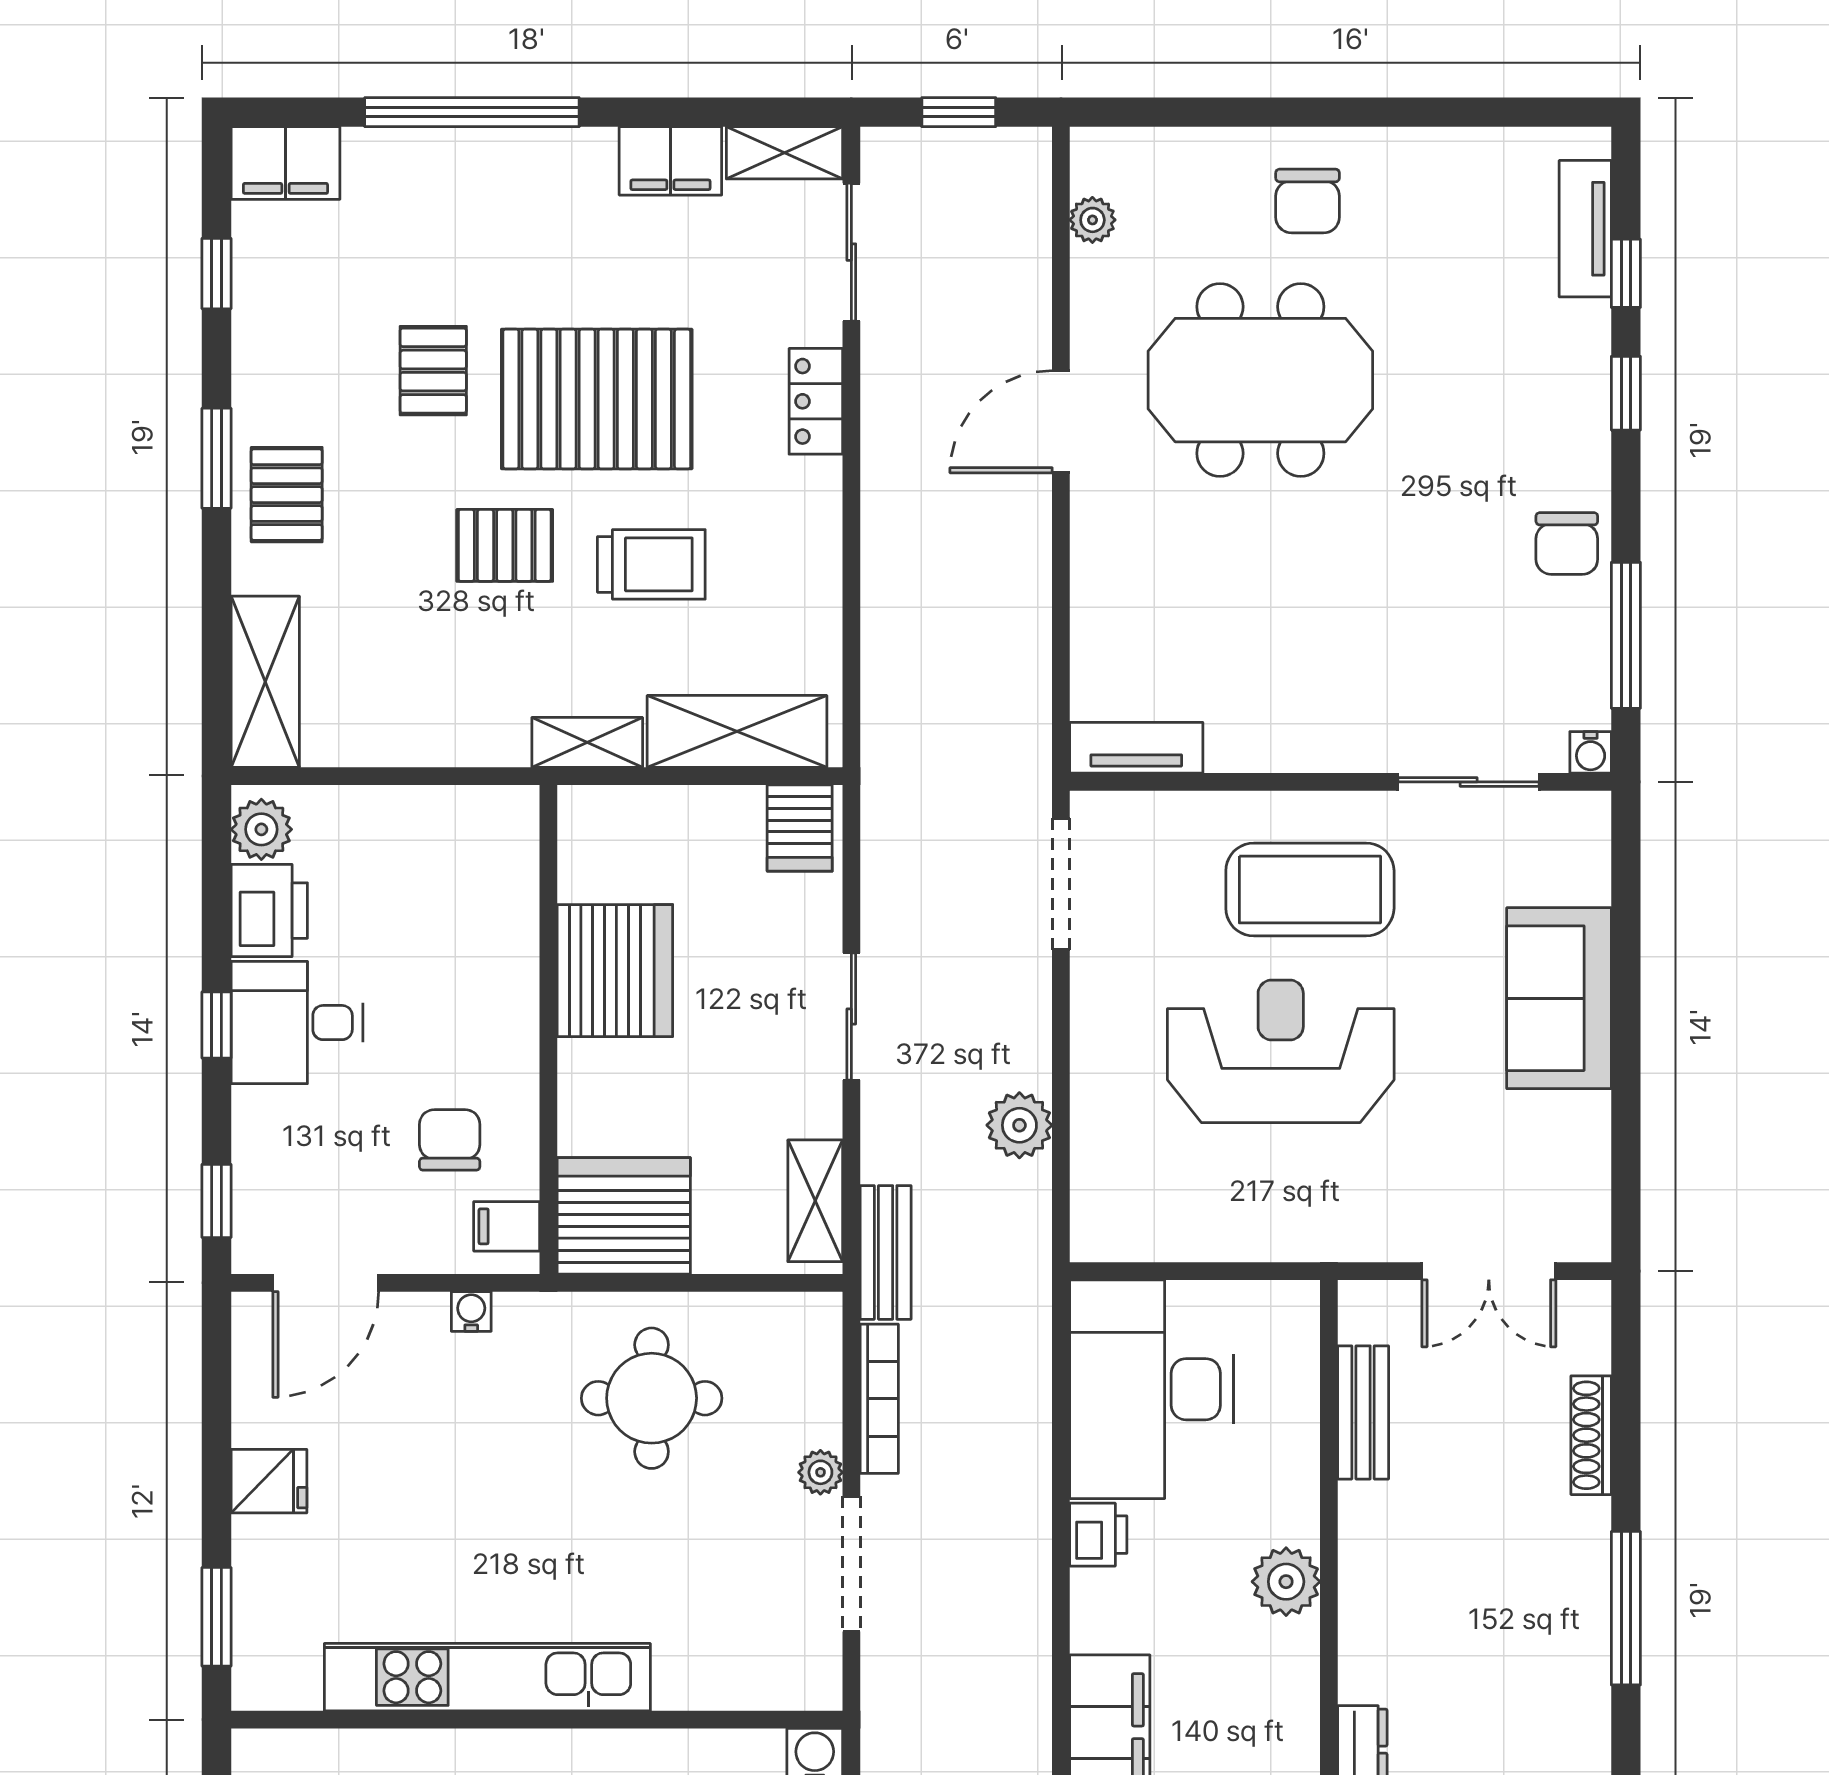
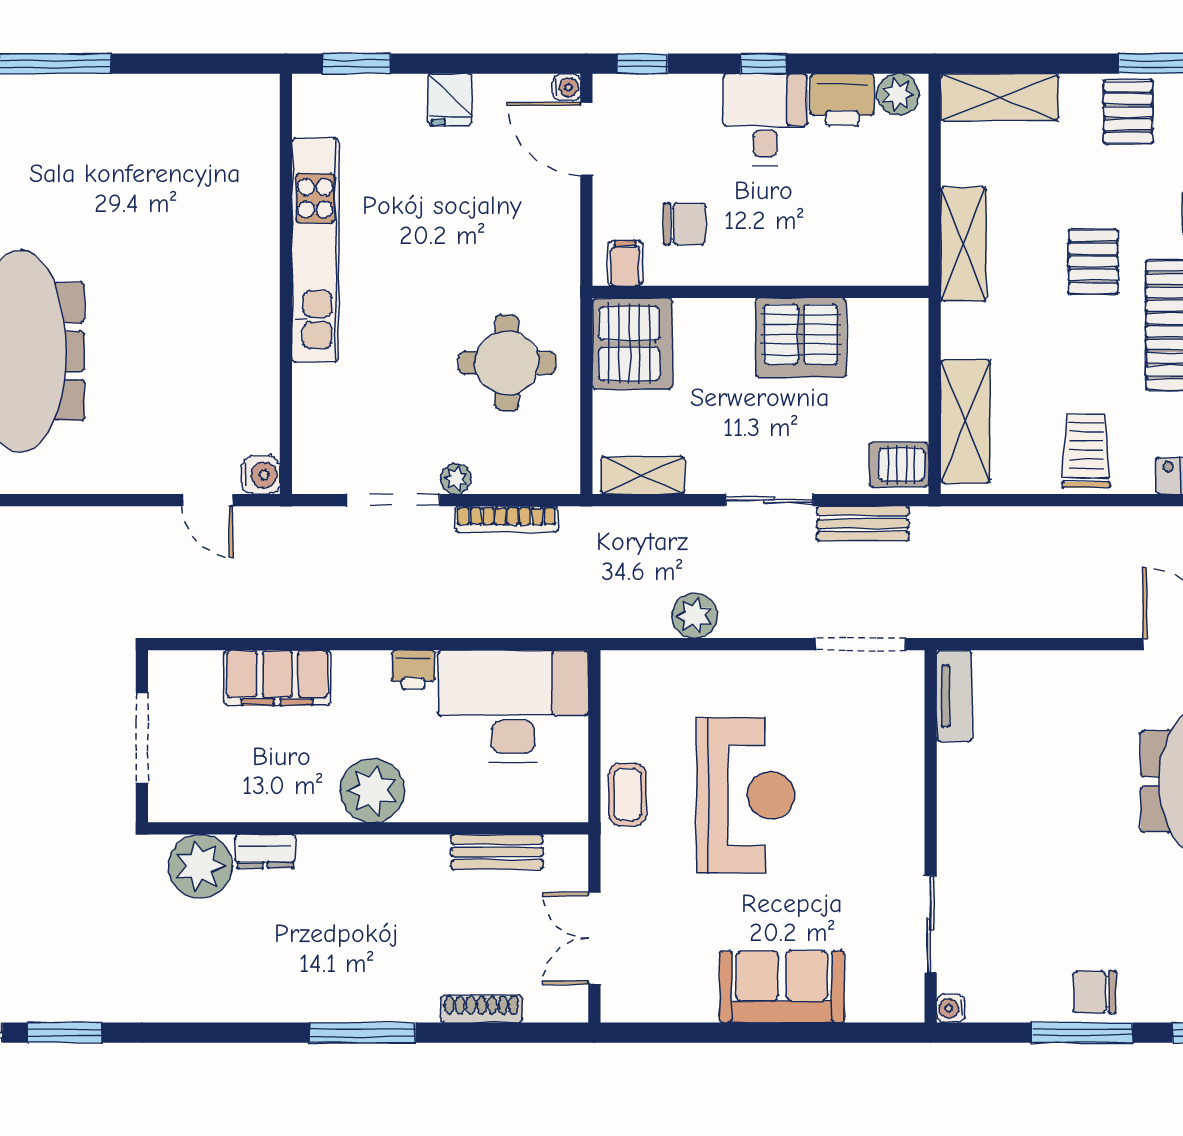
pallet: (287, 495) -> (1128, 112), turned 90
trolley: (651, 564) -> (1086, 451), moved, turned 180
window: (1626, 635) -> (1082, 1033), moved
shelving: (587, 742) -> (964, 244), moved, width x1.50, depth x1.33
coffee table: (1310, 890) -> (627, 794), moved, width x0.54, depth x0.58
bench: (886, 1252) -> (863, 524), moved
water cooler: (471, 1311) -> (567, 87), moved
plant: (1286, 1582) -> (372, 790), width x1.36, depth x1.36

